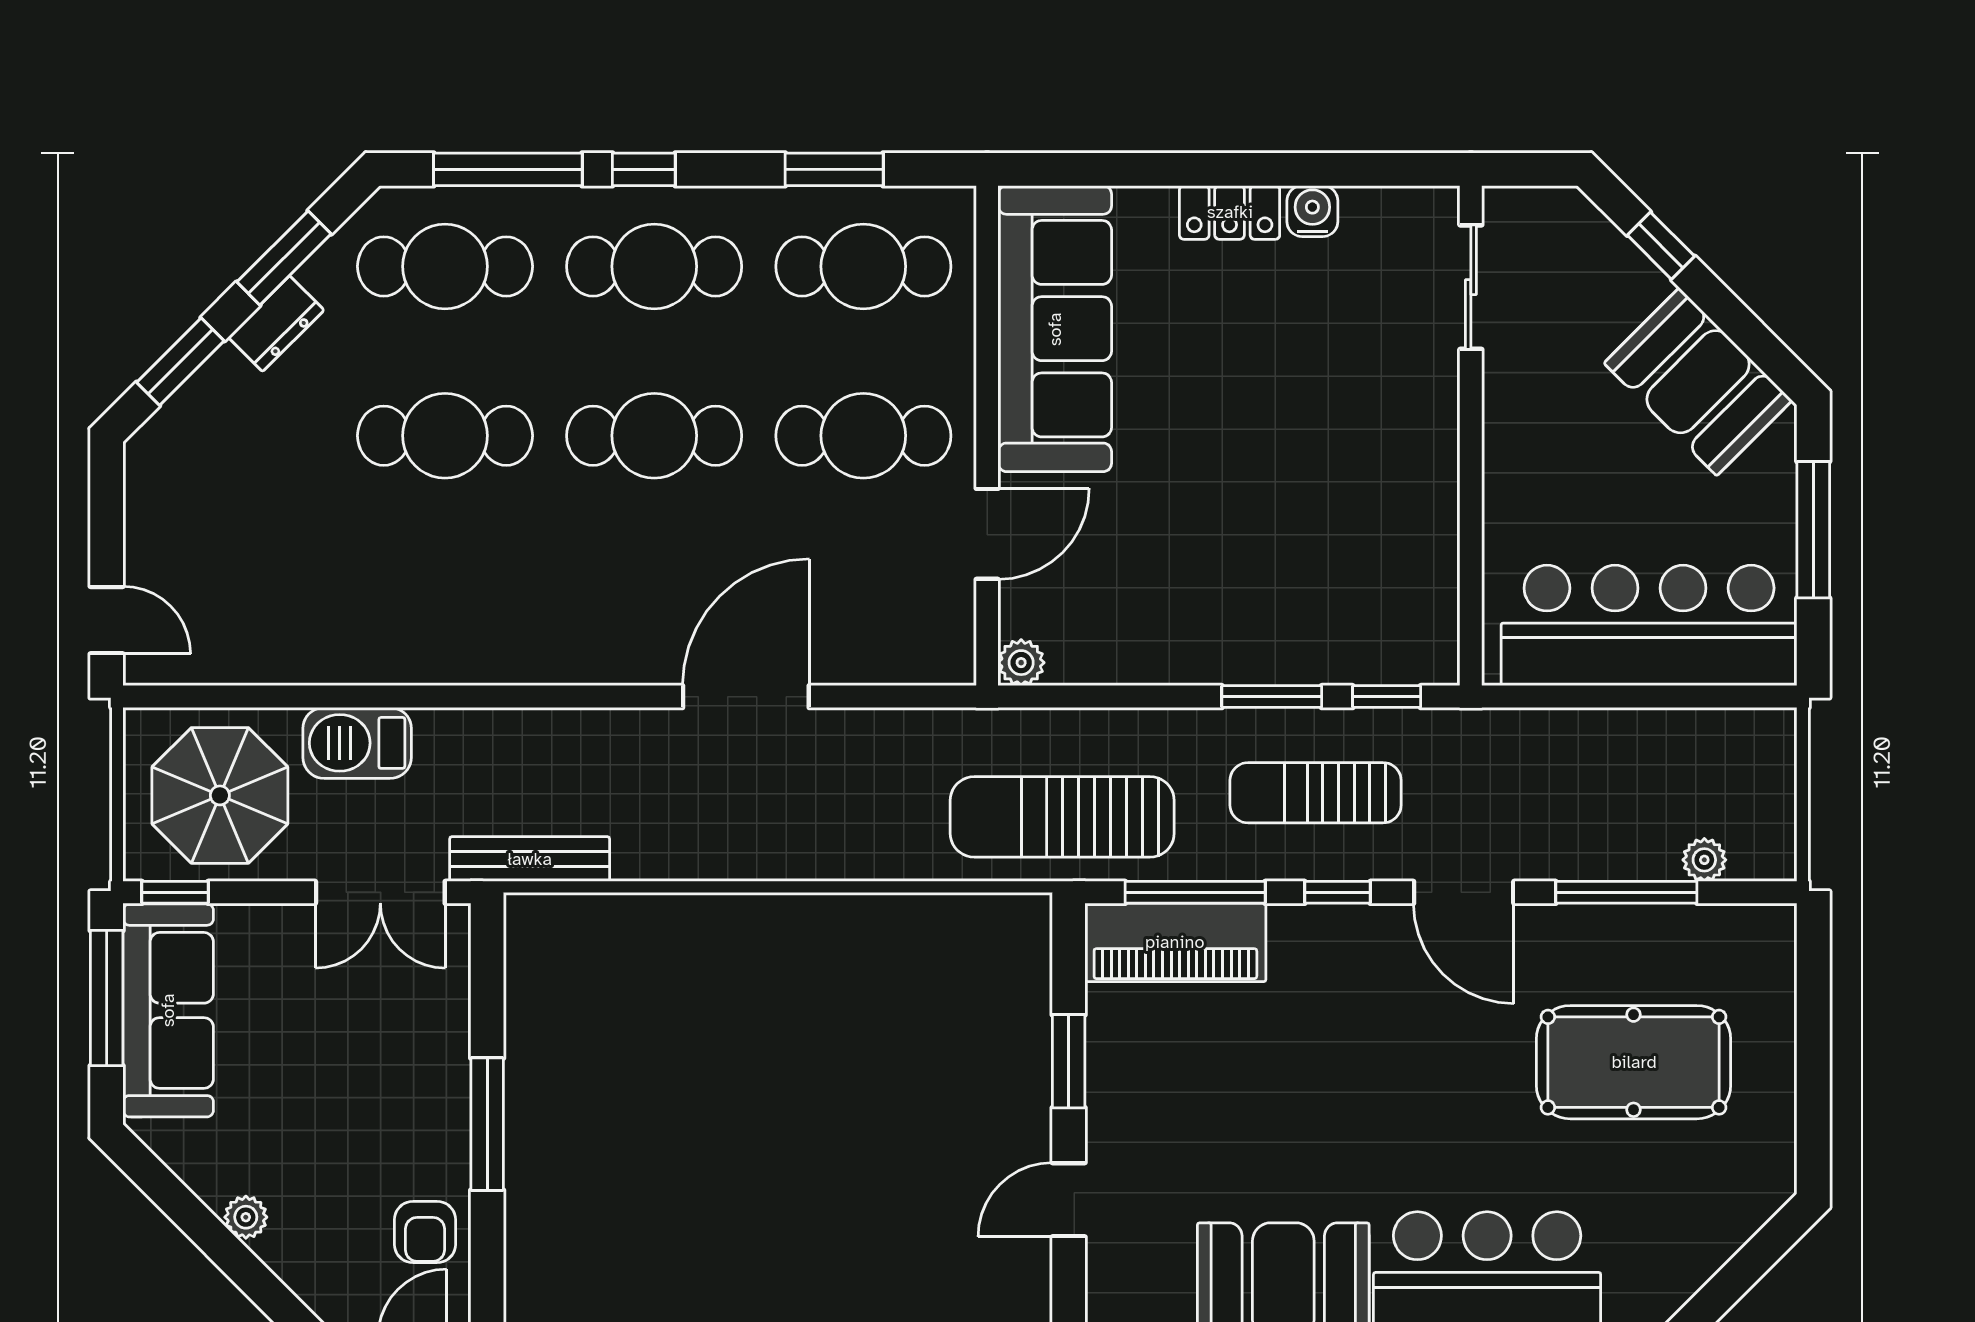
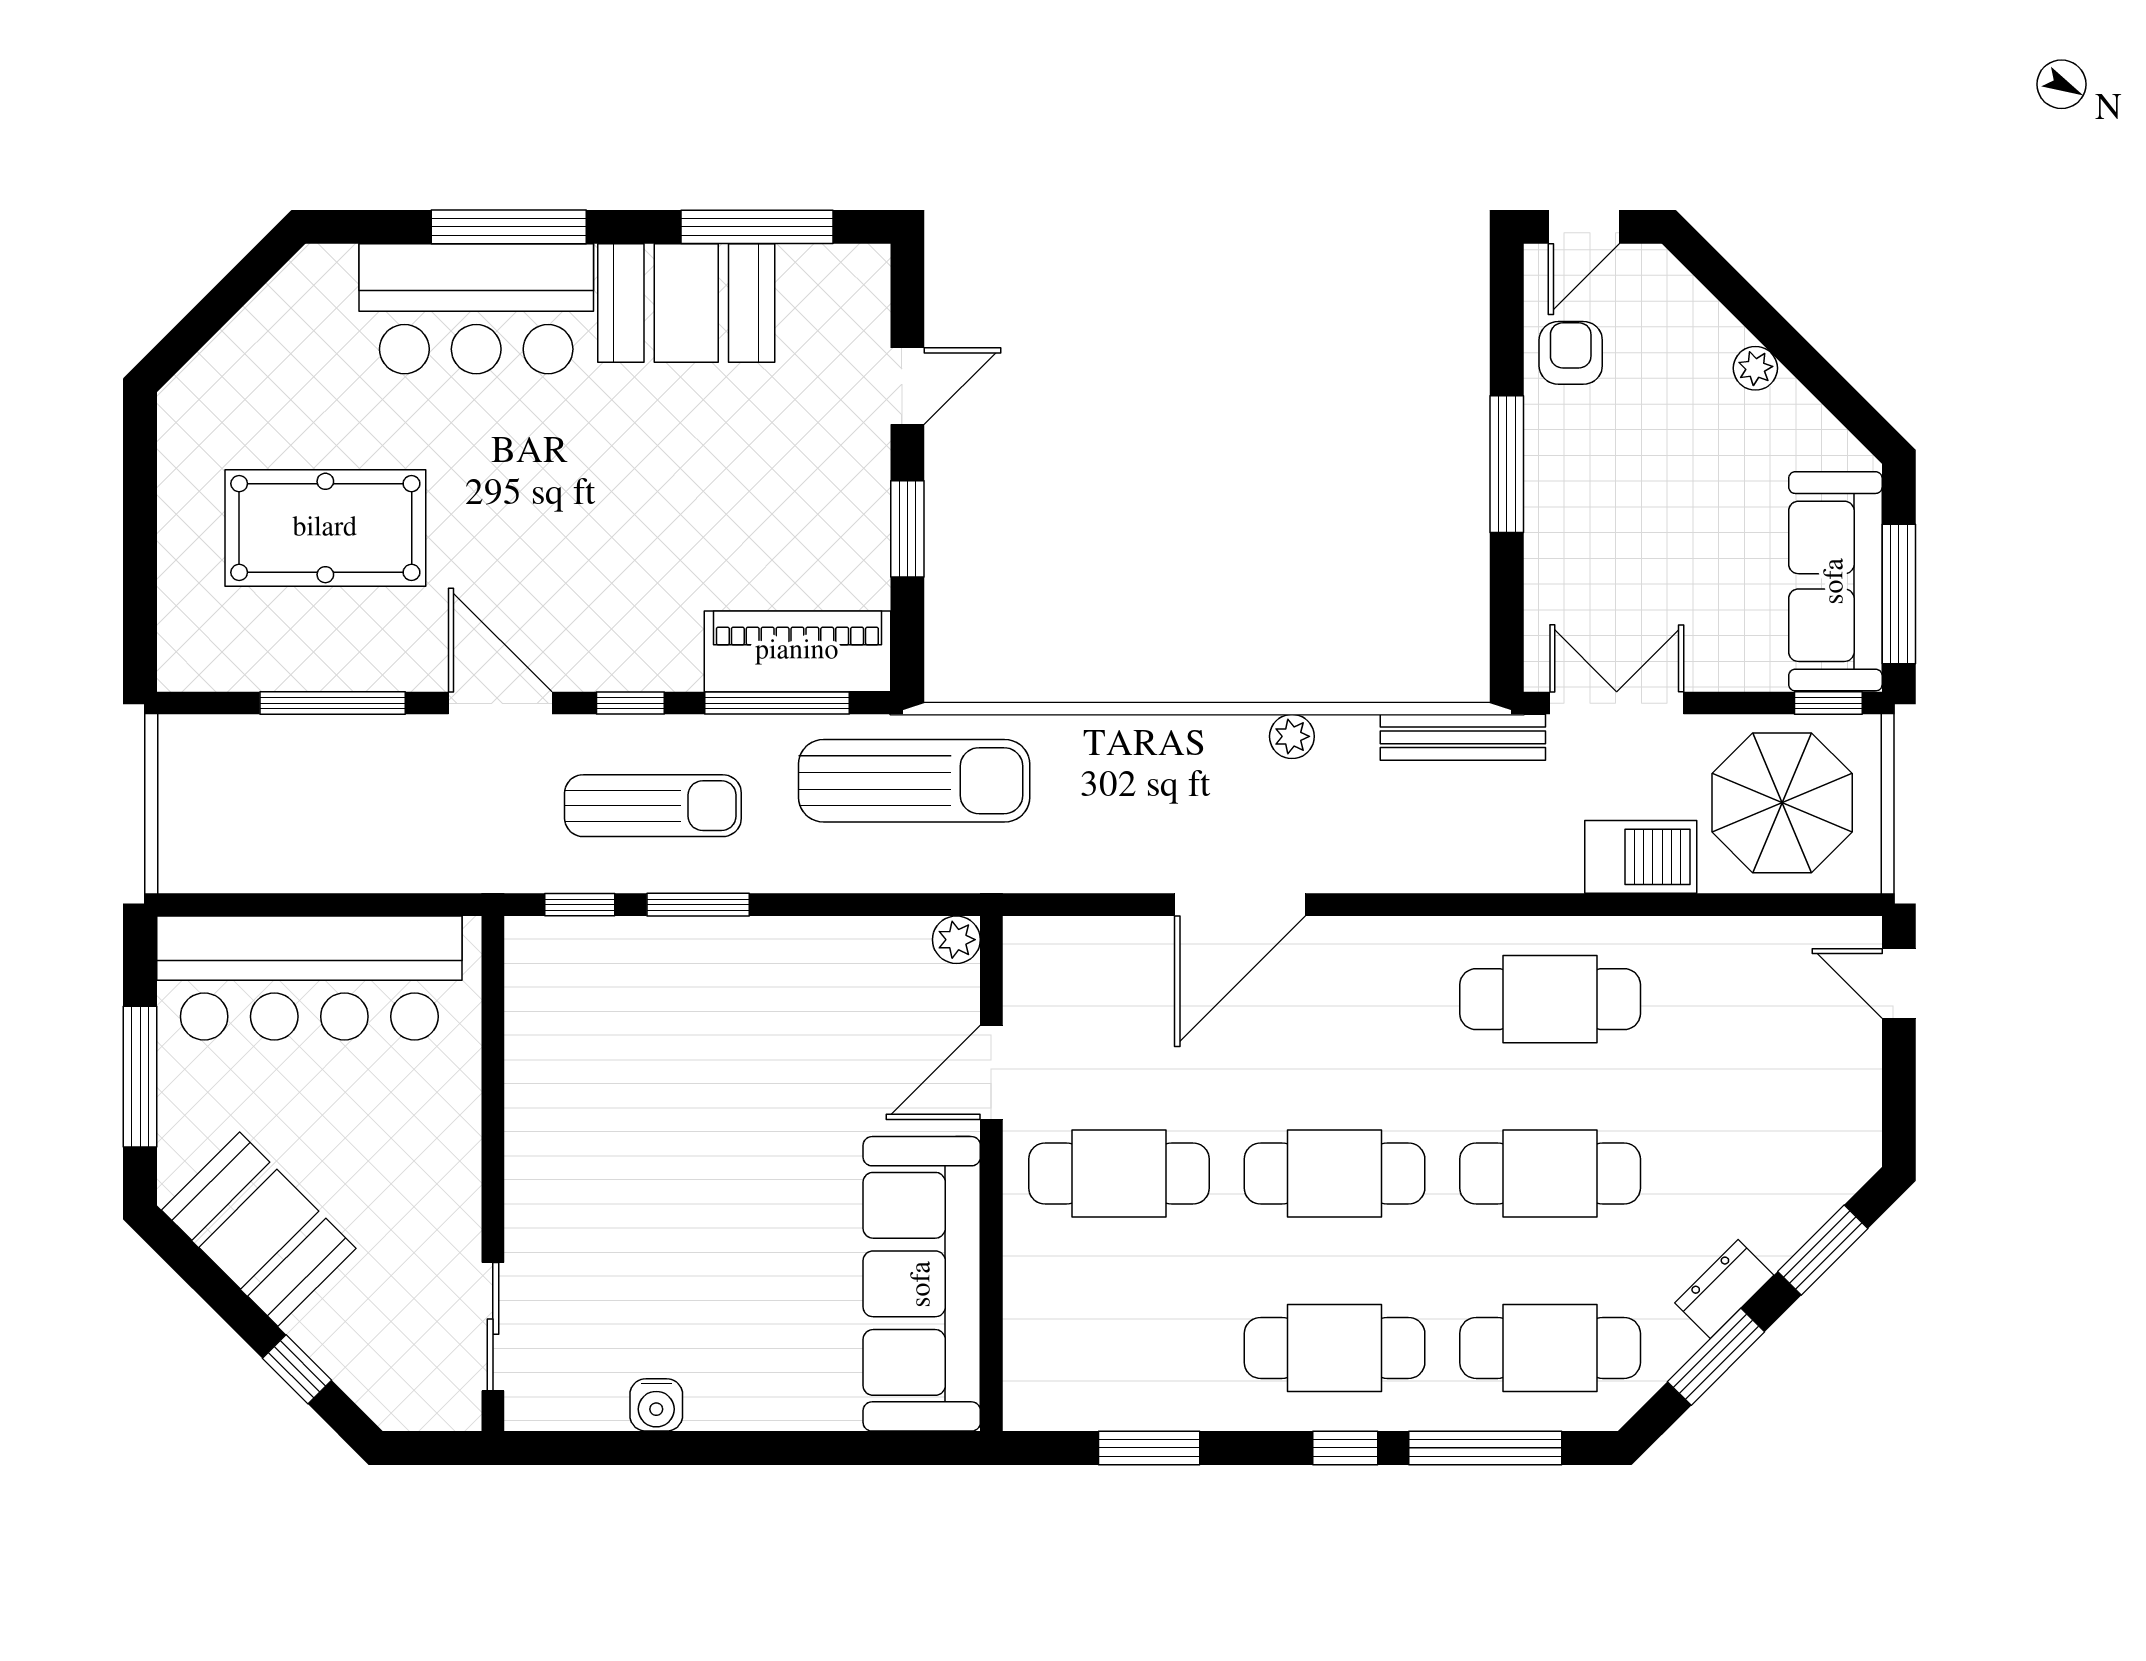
locker: (1230, 212) -> (742, 1404), removed
cafe table: (863, 266) -> (1550, 999), moved
plant: (1704, 860) -> (1292, 736), moved

